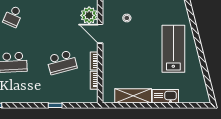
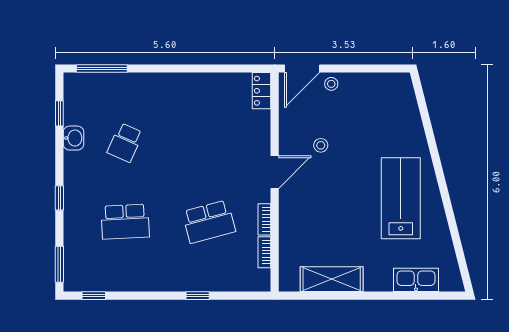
plant: (89, 15) -> (256, 141), removed
door: (100, 34) -> (275, 172), swing flipped
kitchen sink: (165, 96) -> (416, 280), moved

